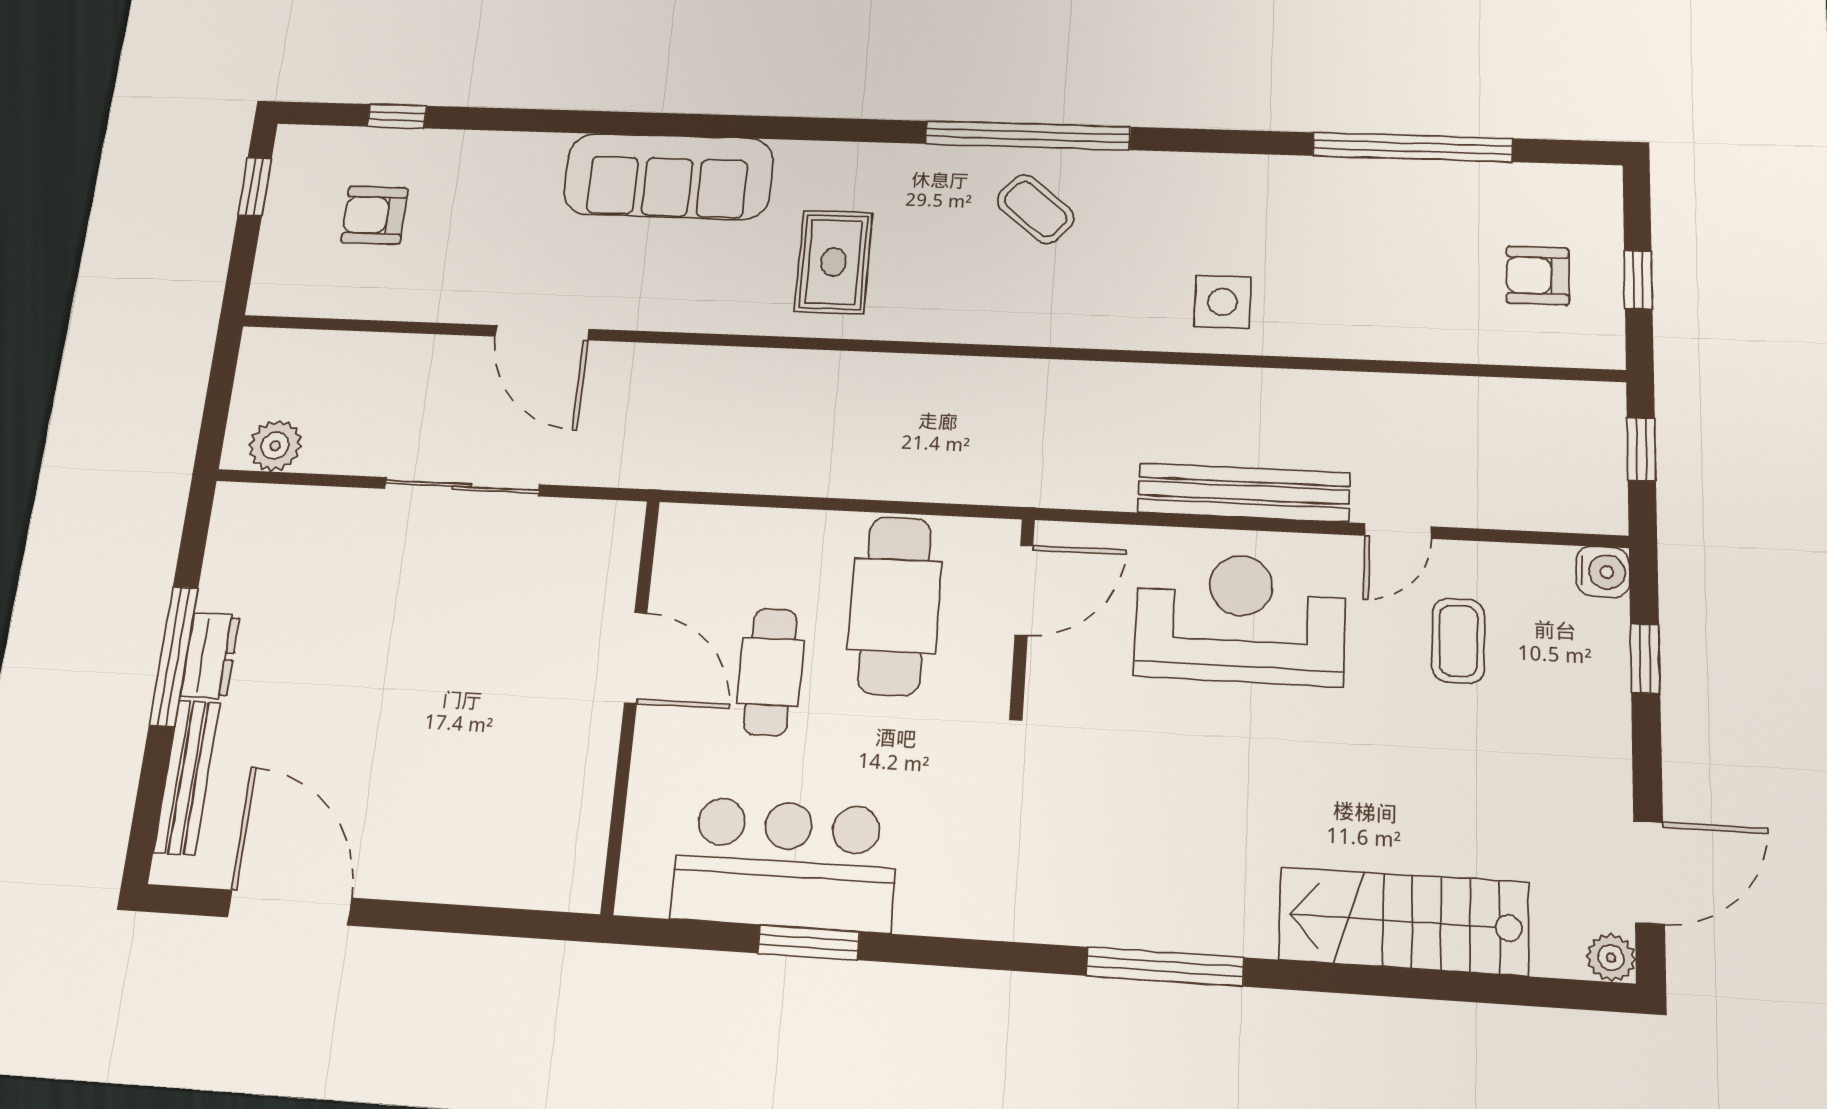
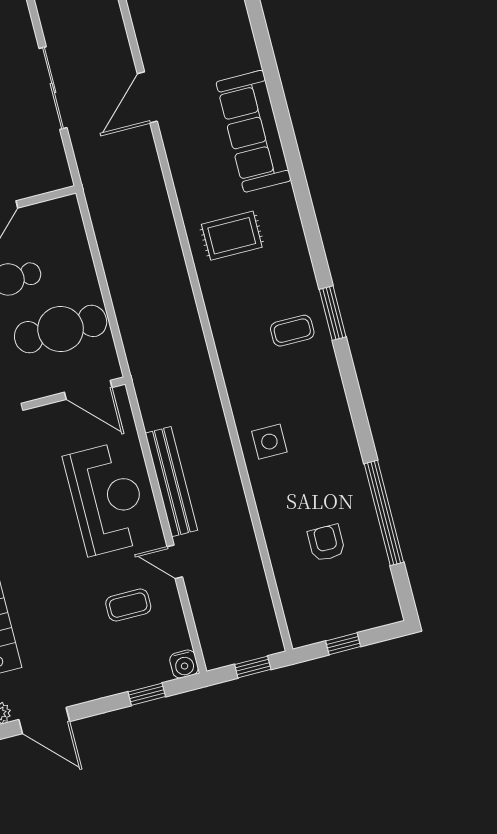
window: (1028, 135) -> (333, 313), width x0.47
coffee table: (1036, 209) -> (292, 331), turned 50
armchair: (1538, 276) -> (326, 543), moved

